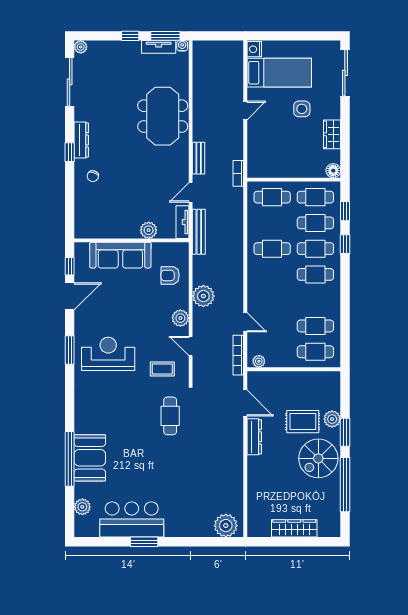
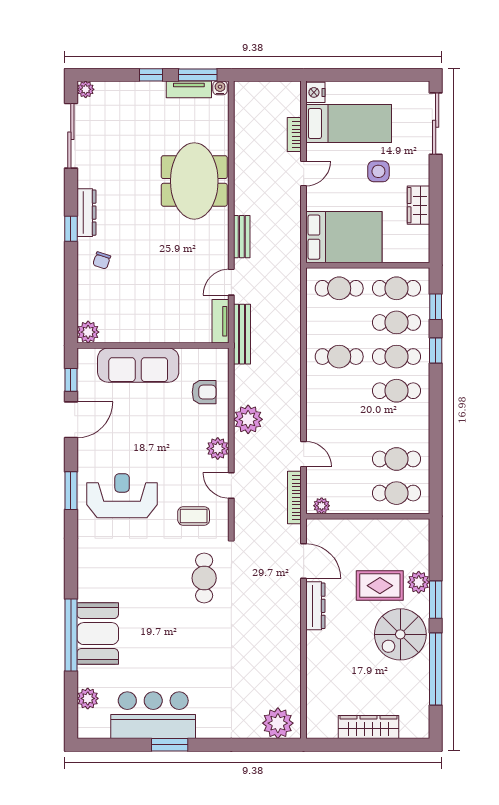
bed: (276, 158) -> (344, 237), added
floor lamp: (333, 171) -> (420, 253), removed
bookcase: (238, 173) -> (294, 135), moved
plant: (149, 230) -> (88, 332), moved
armchair: (170, 275) -> (204, 392), turned 180

